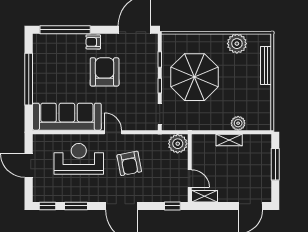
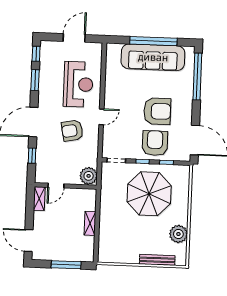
armchair: (93, 42) -> (155, 143), moved, width x1.88, depth x1.88
sofa: (67, 117) -> (153, 57), moved, turned 90
plant: (238, 123) -> (105, 232), removed
window: (172, 206) -> (32, 156), moved

